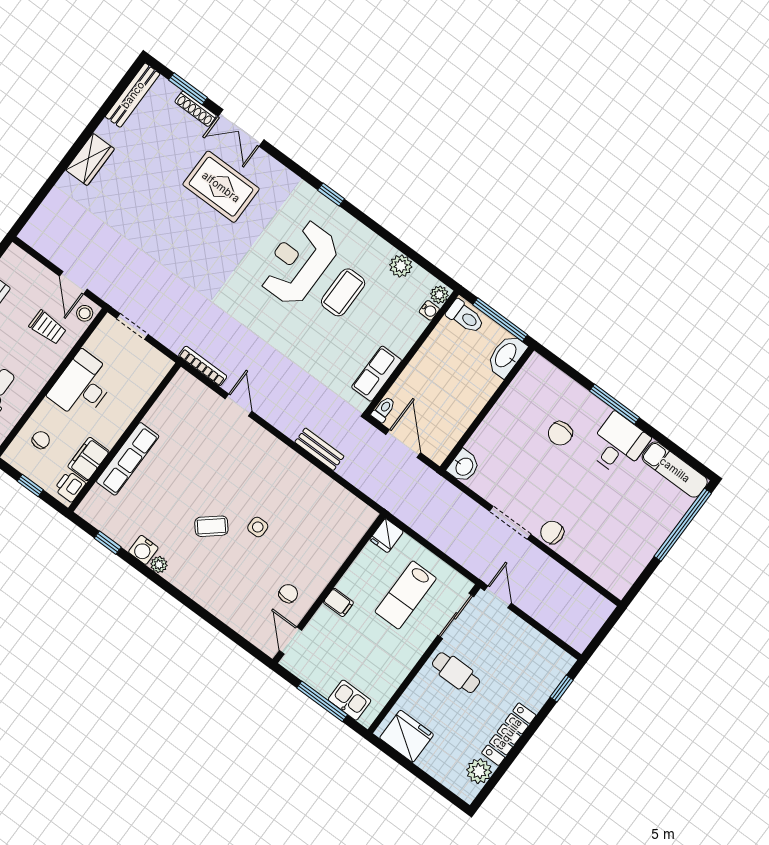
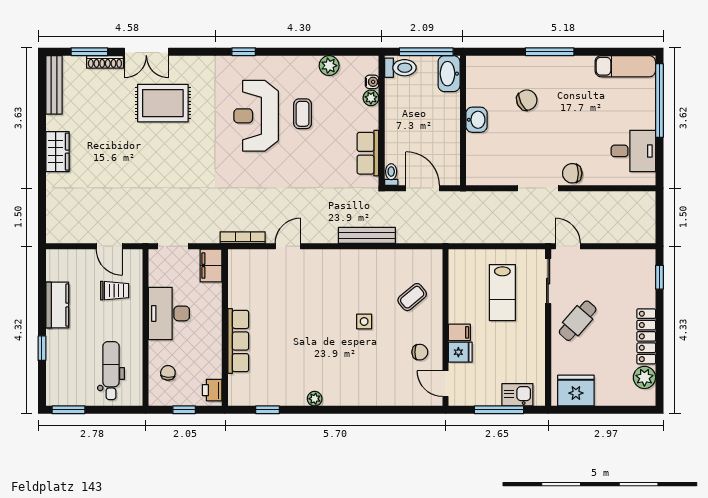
coffee table: (343, 292) -> (303, 114), width x0.73, depth x0.77
plant: (439, 295) -> (371, 98), moved
stool: (85, 313) -> (133, 262), removed
door: (239, 405) -> (288, 246), hinge flipped
chair: (560, 433) -> (527, 100), turned -116
desk: (618, 444) -> (633, 151), moved, turned 90
bench: (319, 449) -> (367, 235), width x1.36
filing cabinet: (88, 459) -> (211, 266), moved
washbasin: (464, 466) -> (476, 120), moved
coffee table: (211, 526) -> (412, 297), moved
fridge: (386, 536) -> (460, 352), moved, turned -90
water cooler: (143, 550) -> (296, 396), removed
chair: (288, 594) -> (420, 352), turned 90
cafe table: (456, 673) -> (578, 321), turned -49

